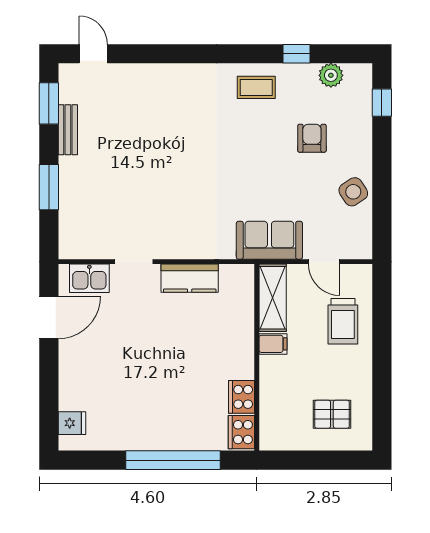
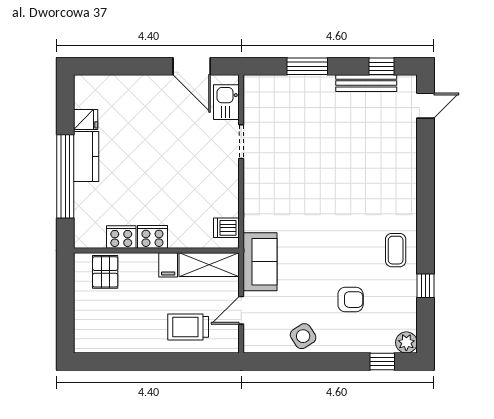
plant: (331, 75) -> (406, 342), moved
window: (49, 103) -> (382, 66), width x0.67
bench: (68, 130) -> (366, 83), width x1.36
kitchen counter: (190, 278) -> (86, 156), moved, turned 180
dishwasher: (231, 278) -> (226, 228), added
pallet: (332, 414) -> (105, 272), moved
fridge: (72, 423) -> (86, 119), moved, turned -90
cooker: (241, 432) -> (152, 237), moved

